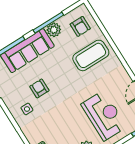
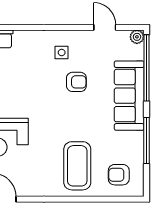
plant: (54, 30) -> (134, 142), removed

